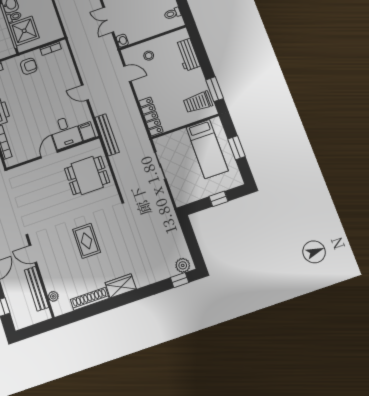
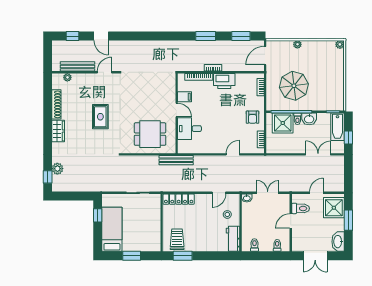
workbench: (188, 55) -> (233, 239), moved, turned -90
door: (85, 93) -> (233, 154), moved
filing cabinet: (87, 131) -> (184, 97), moved
bed: (207, 149) -> (112, 229), moved, turned 90
dining table: (87, 175) -> (150, 134), turned 90
window: (218, 199) -> (98, 215), moved
rug: (87, 241) -> (100, 117), turned 90
plant: (183, 265) -> (57, 169), moved

